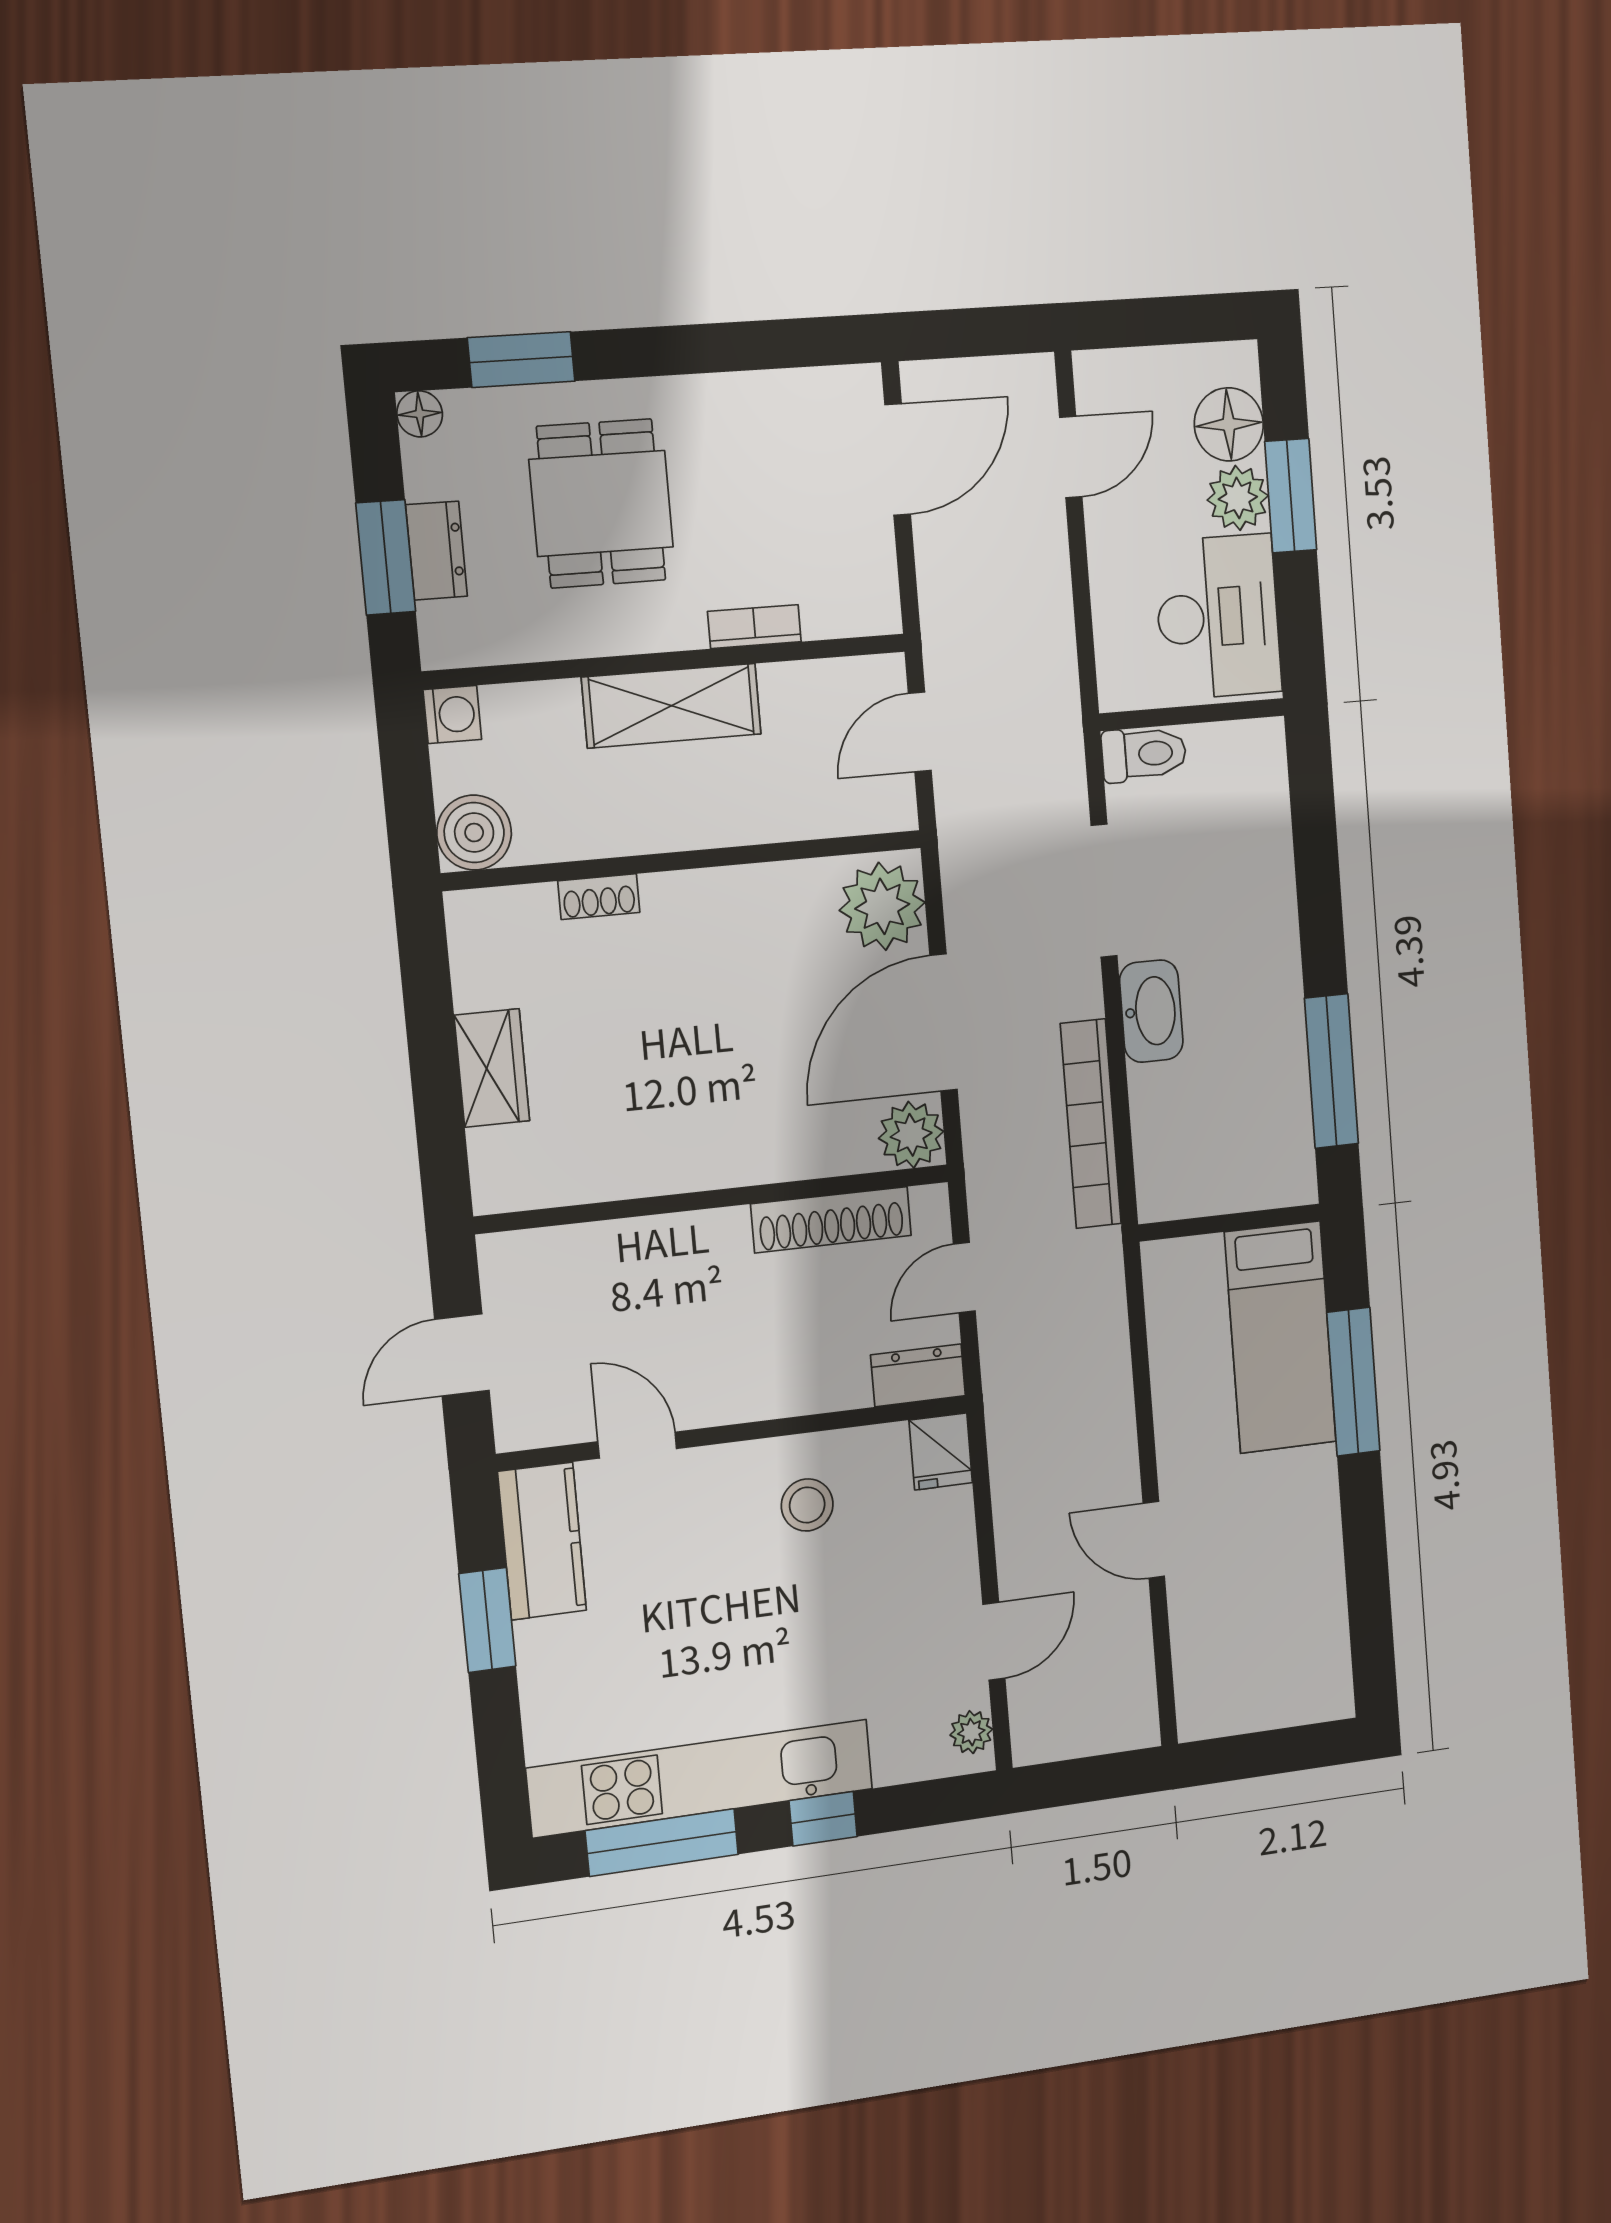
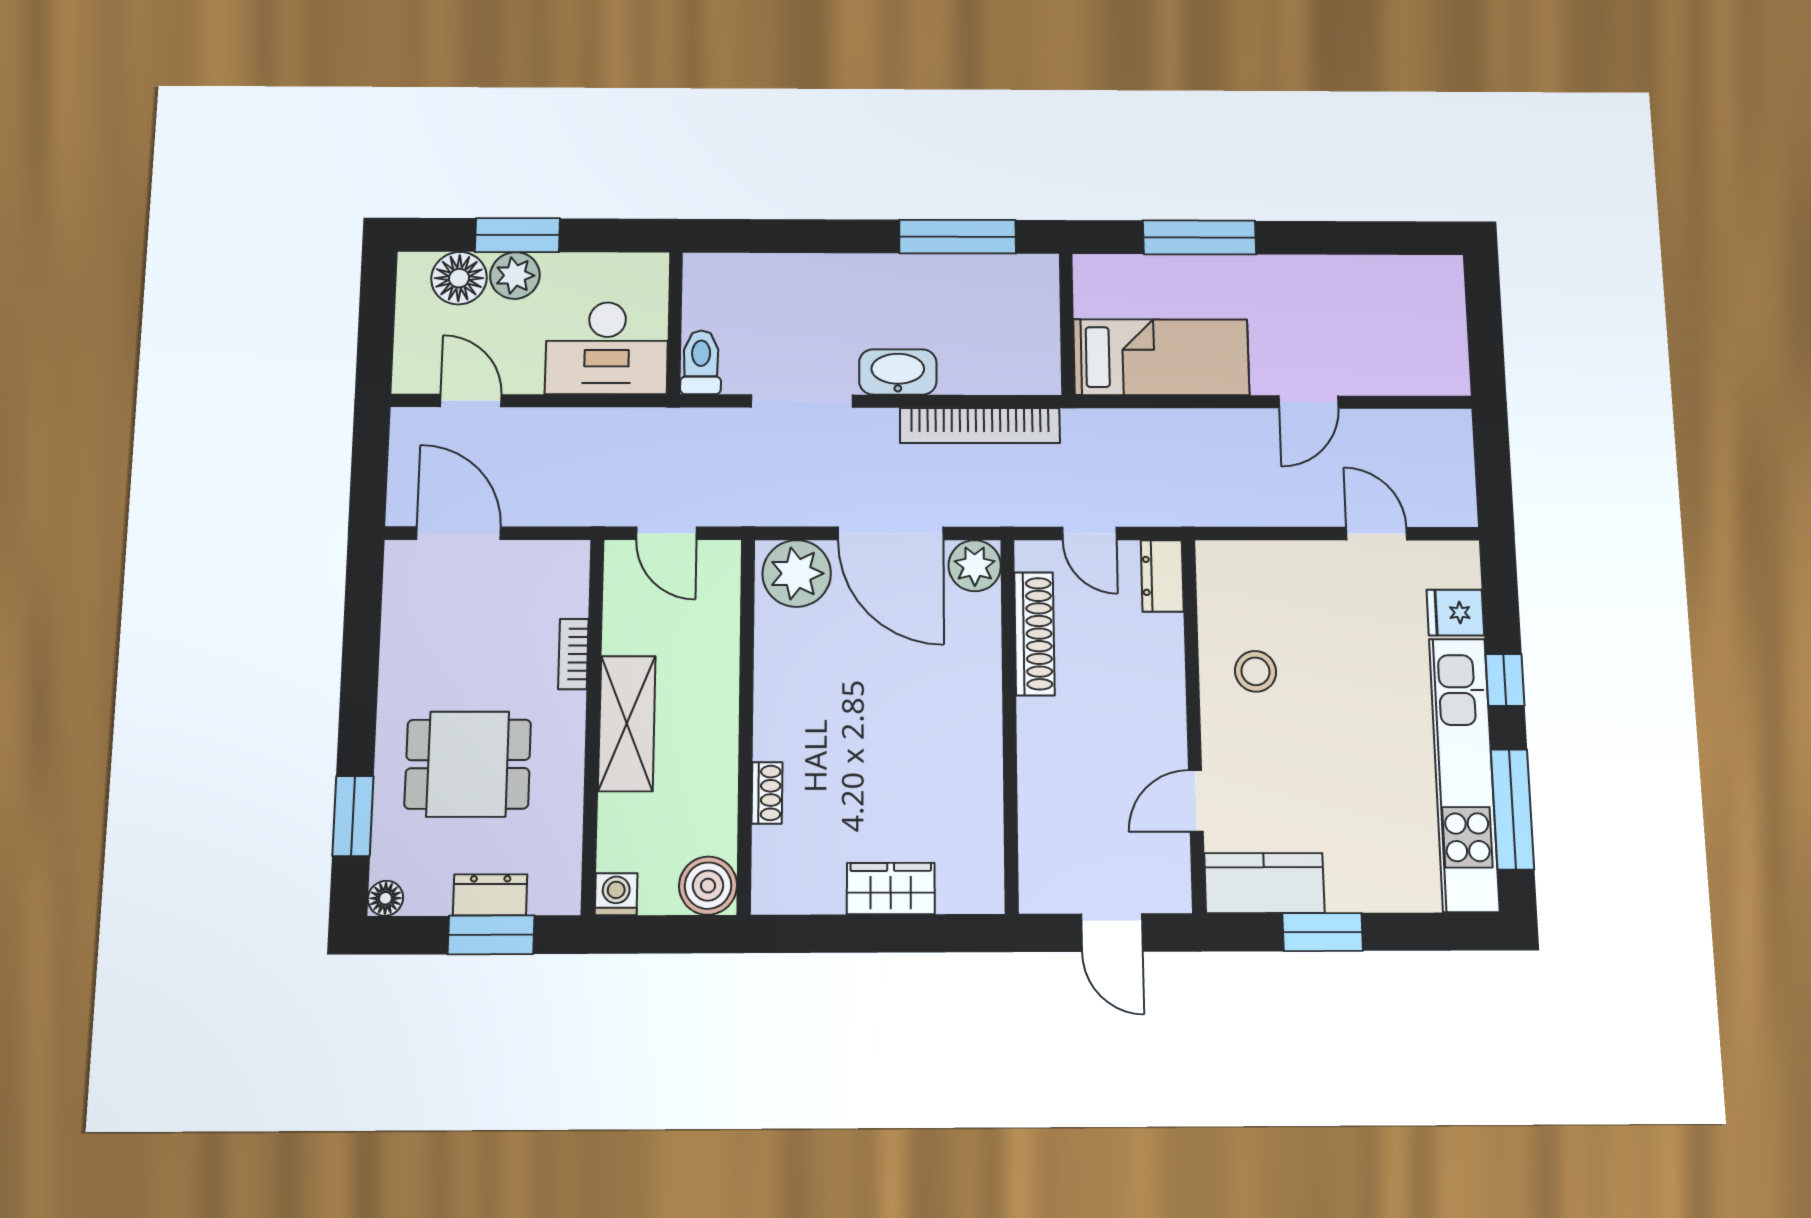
desk: (1218, 617) -> (607, 348), moved, turned 180
bed: (1280, 1337) -> (1161, 357), moved
fridge: (941, 1451) -> (1455, 613), moved, turned 180
plant: (971, 1732) -> (1447, 557), removed

